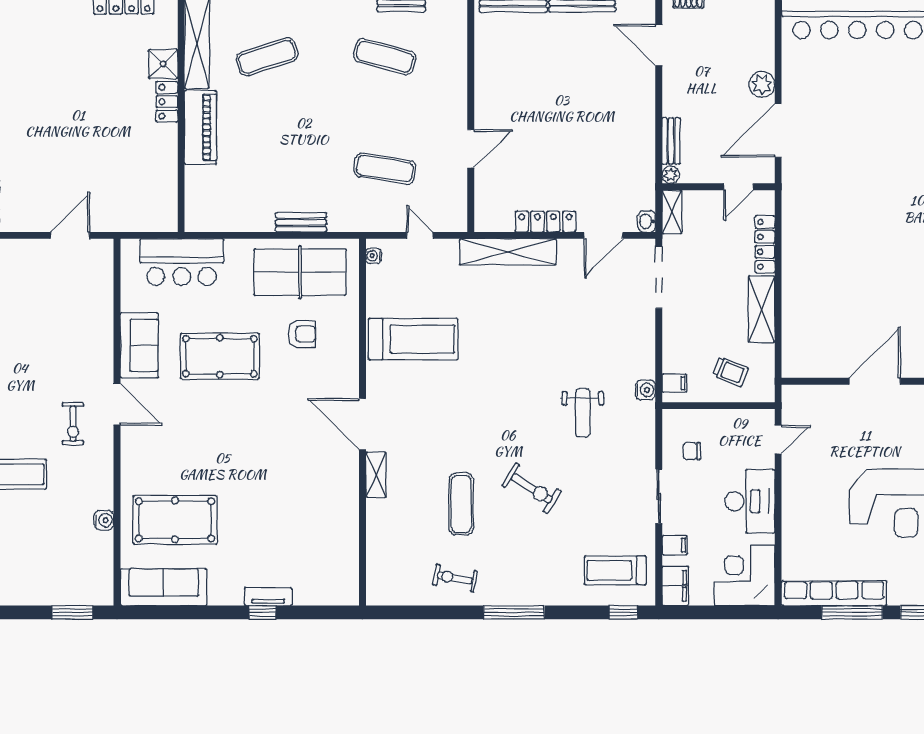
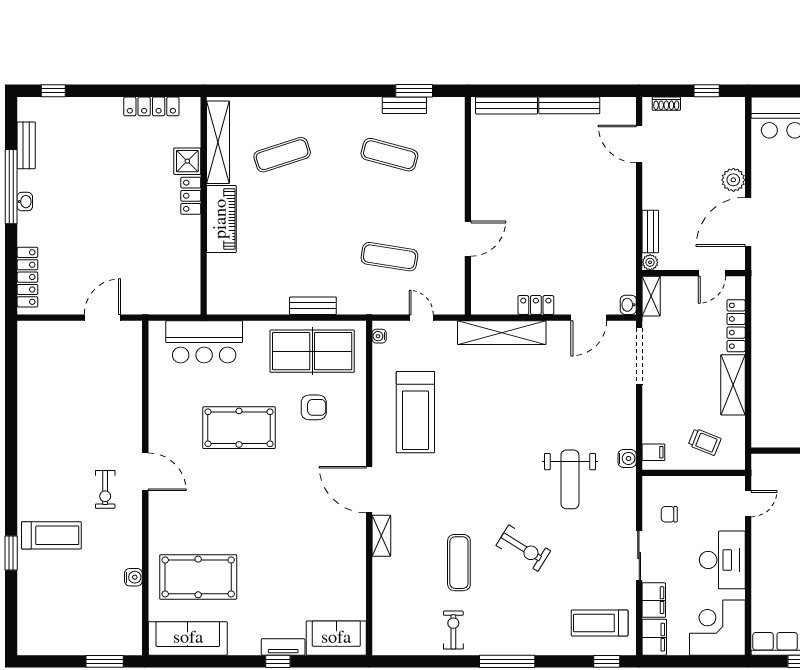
locker: (545, 222) -> (536, 305), width x0.66
treadmill: (413, 339) -> (415, 412), turned 90
sofa: (139, 345) -> (336, 638), moved, turned -90
weight bench: (583, 413) -> (570, 479), width x1.36, depth x1.33
filing cabinet: (675, 545) -> (654, 600), width x2.00
exercise bike: (455, 578) -> (453, 630), turned 80

